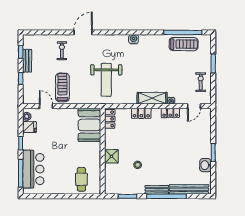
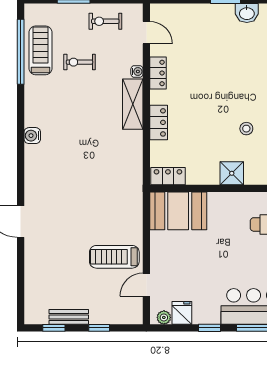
exercise bike: (62, 51) -> (79, 62), moved
weight bench: (106, 80) -> (101, 182), removed

